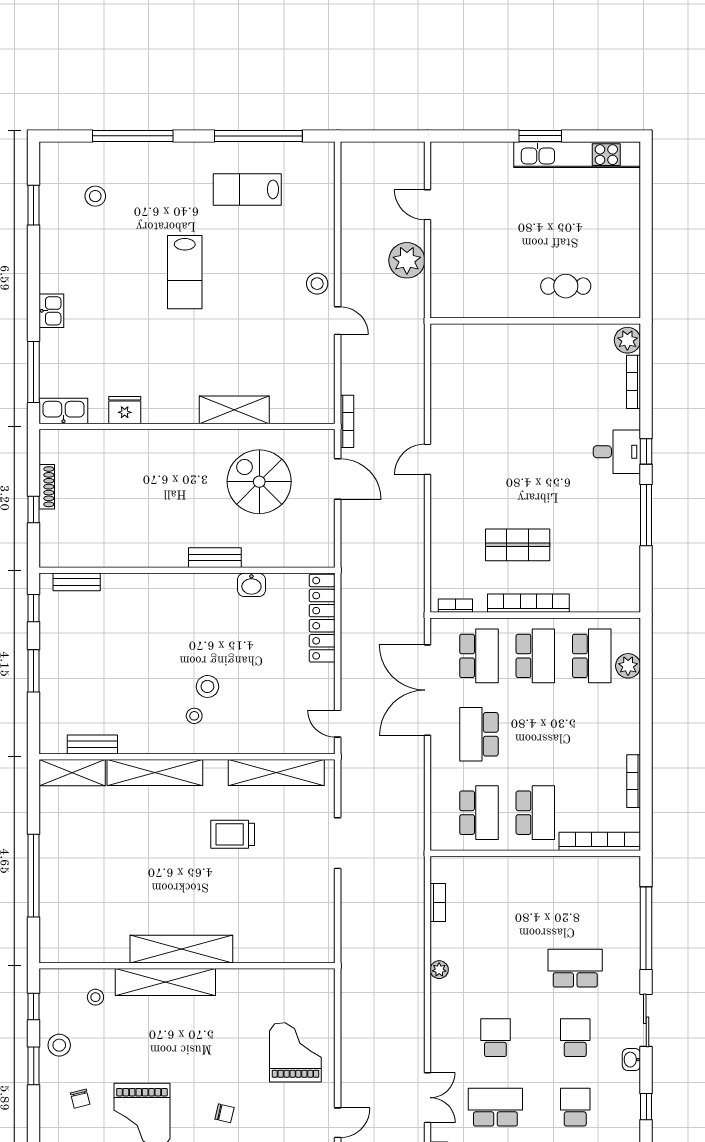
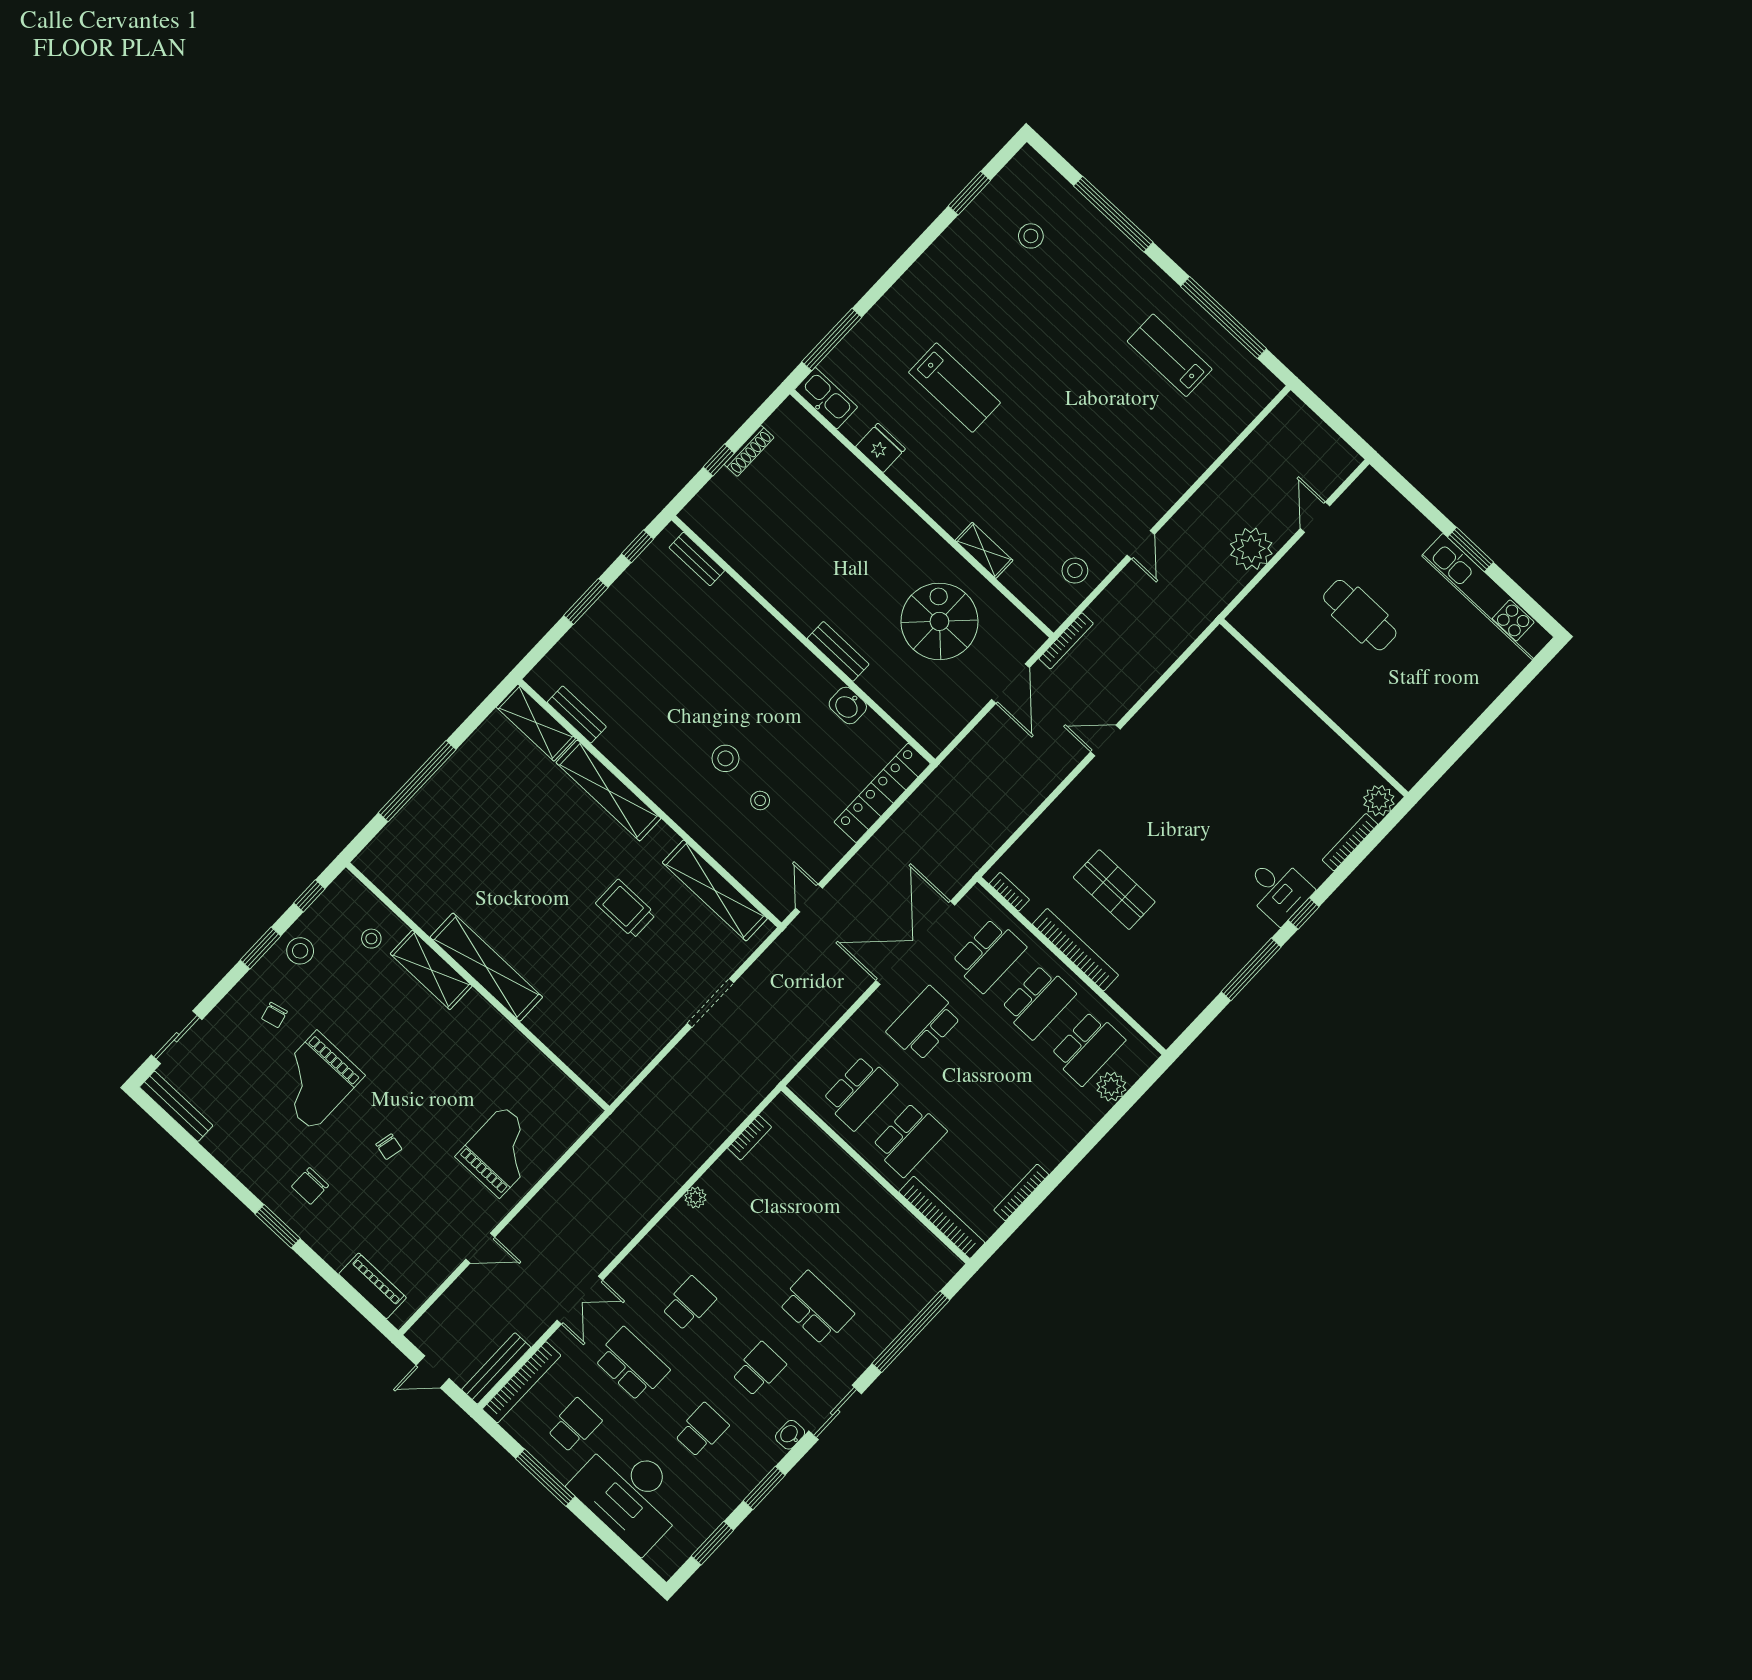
lab bench: (185, 272) -> (954, 388), moved, turned -90
stool: (317, 284) -> (1075, 571), moved
cafe table: (566, 286) -> (1360, 615), moved, width x1.37, depth x1.35
kitchen sink: (51, 311) -> (898, 300), removed
shelving: (234, 410) -> (984, 550), width x0.67, depth x0.75
stool: (194, 716) -> (760, 800), moved
shelving: (165, 982) -> (431, 970), width x0.68
window: (646, 1107) -> (764, 1488), width x1.50

